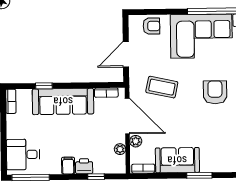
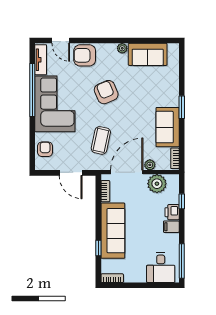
armchair: (215, 92) -> (106, 92), turned 67
plant: (120, 149) -> (157, 184), width x1.87, depth x1.87

